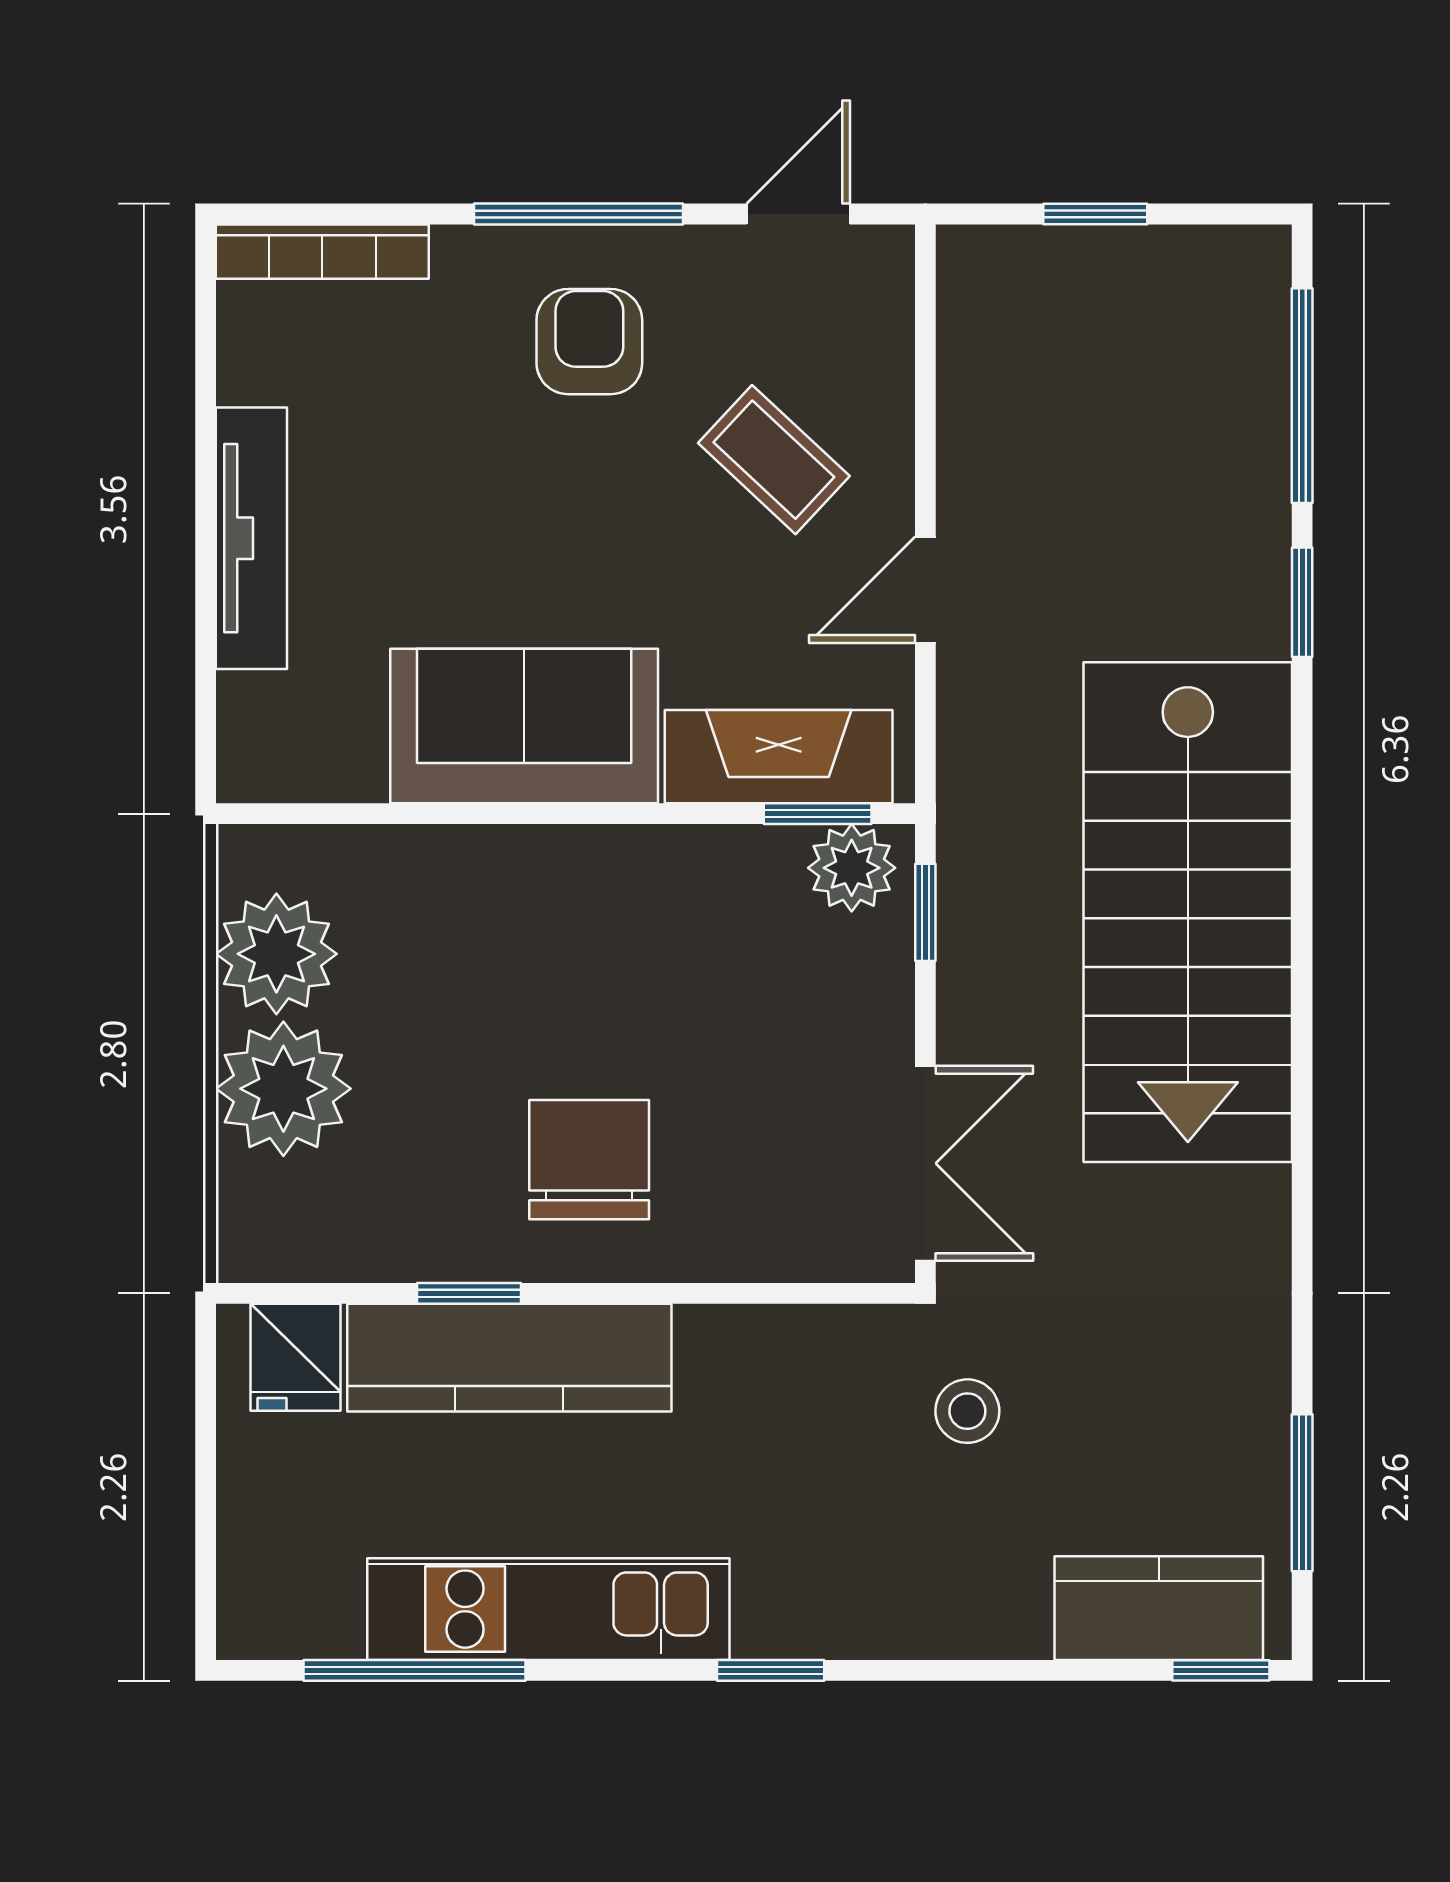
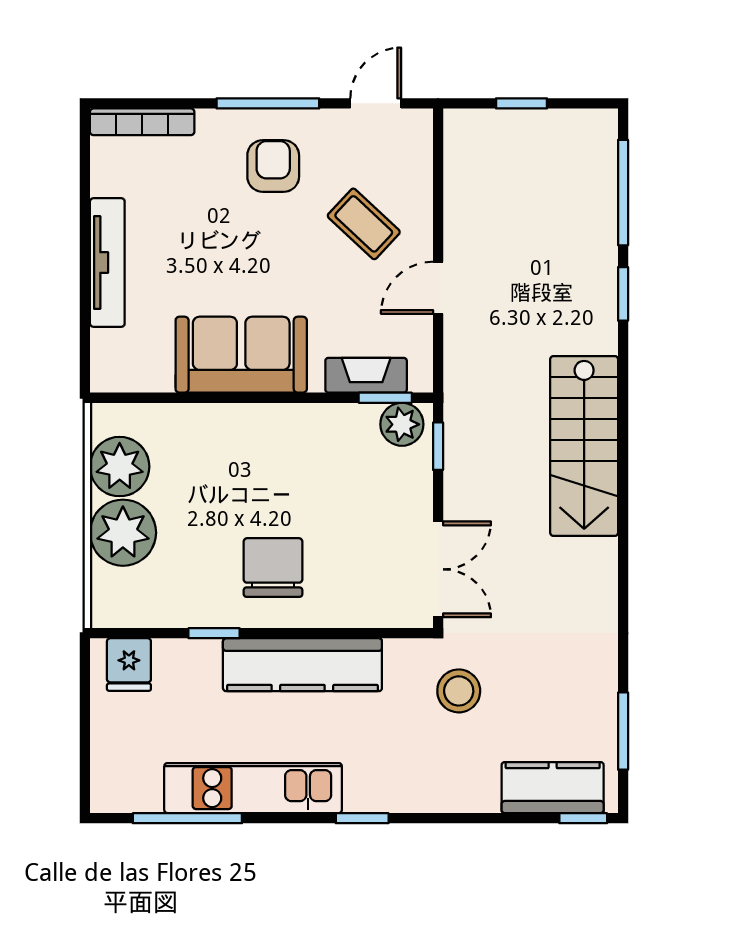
fireplace: (779, 757) -> (366, 375), width x0.73, depth x0.76
stairs: (1188, 912) -> (584, 446), width x0.73, depth x0.66
kitchen counter: (509, 1358) -> (302, 665), moved
stool: (967, 1411) -> (459, 691), width x1.37, depth x1.37

